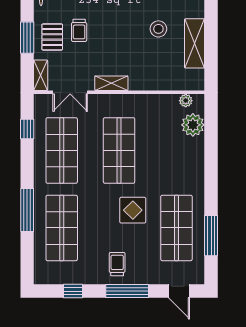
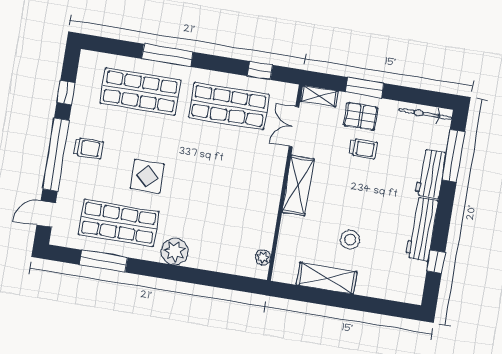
trolley: (79, 30) -> (363, 149), turned 180
shelving: (111, 83) -> (298, 185), width x1.50, depth x1.33
plant: (193, 125) -> (175, 251), moved
shop shelf: (119, 150) -> (218, 172), removed
window: (127, 291) -> (56, 155), width x1.46

